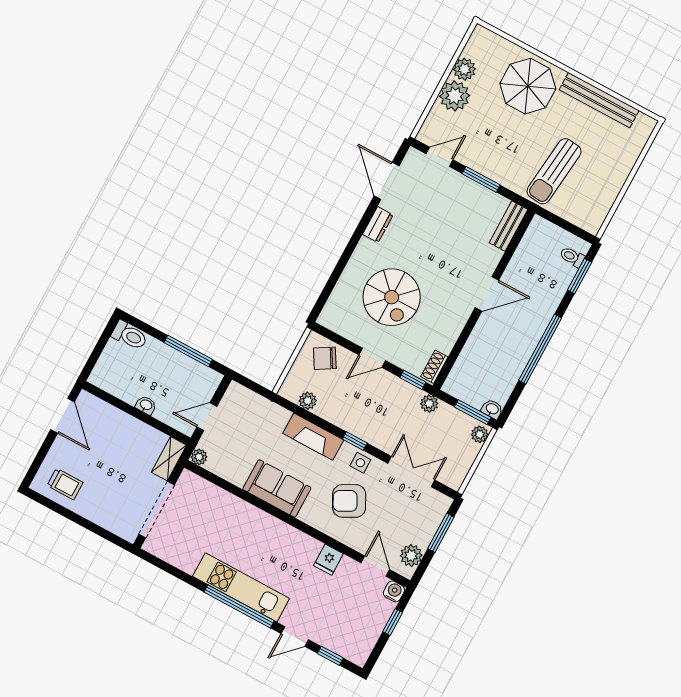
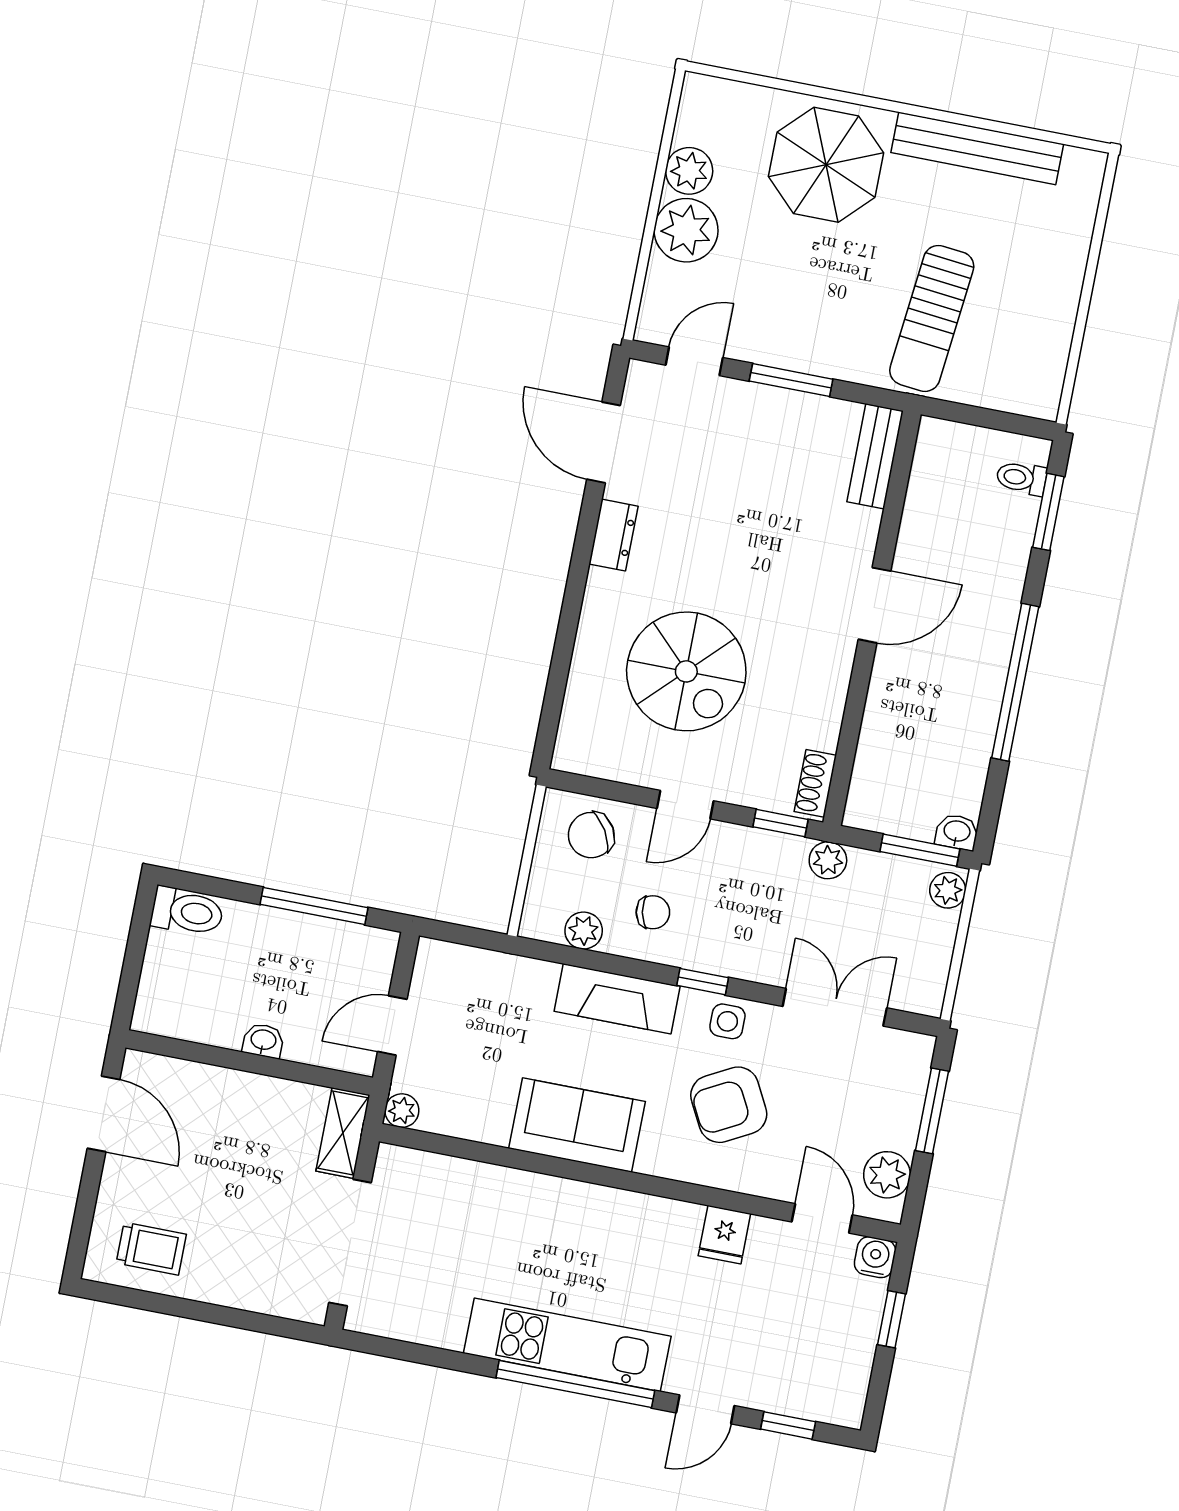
chair: (342, 402) -> (653, 912), added

